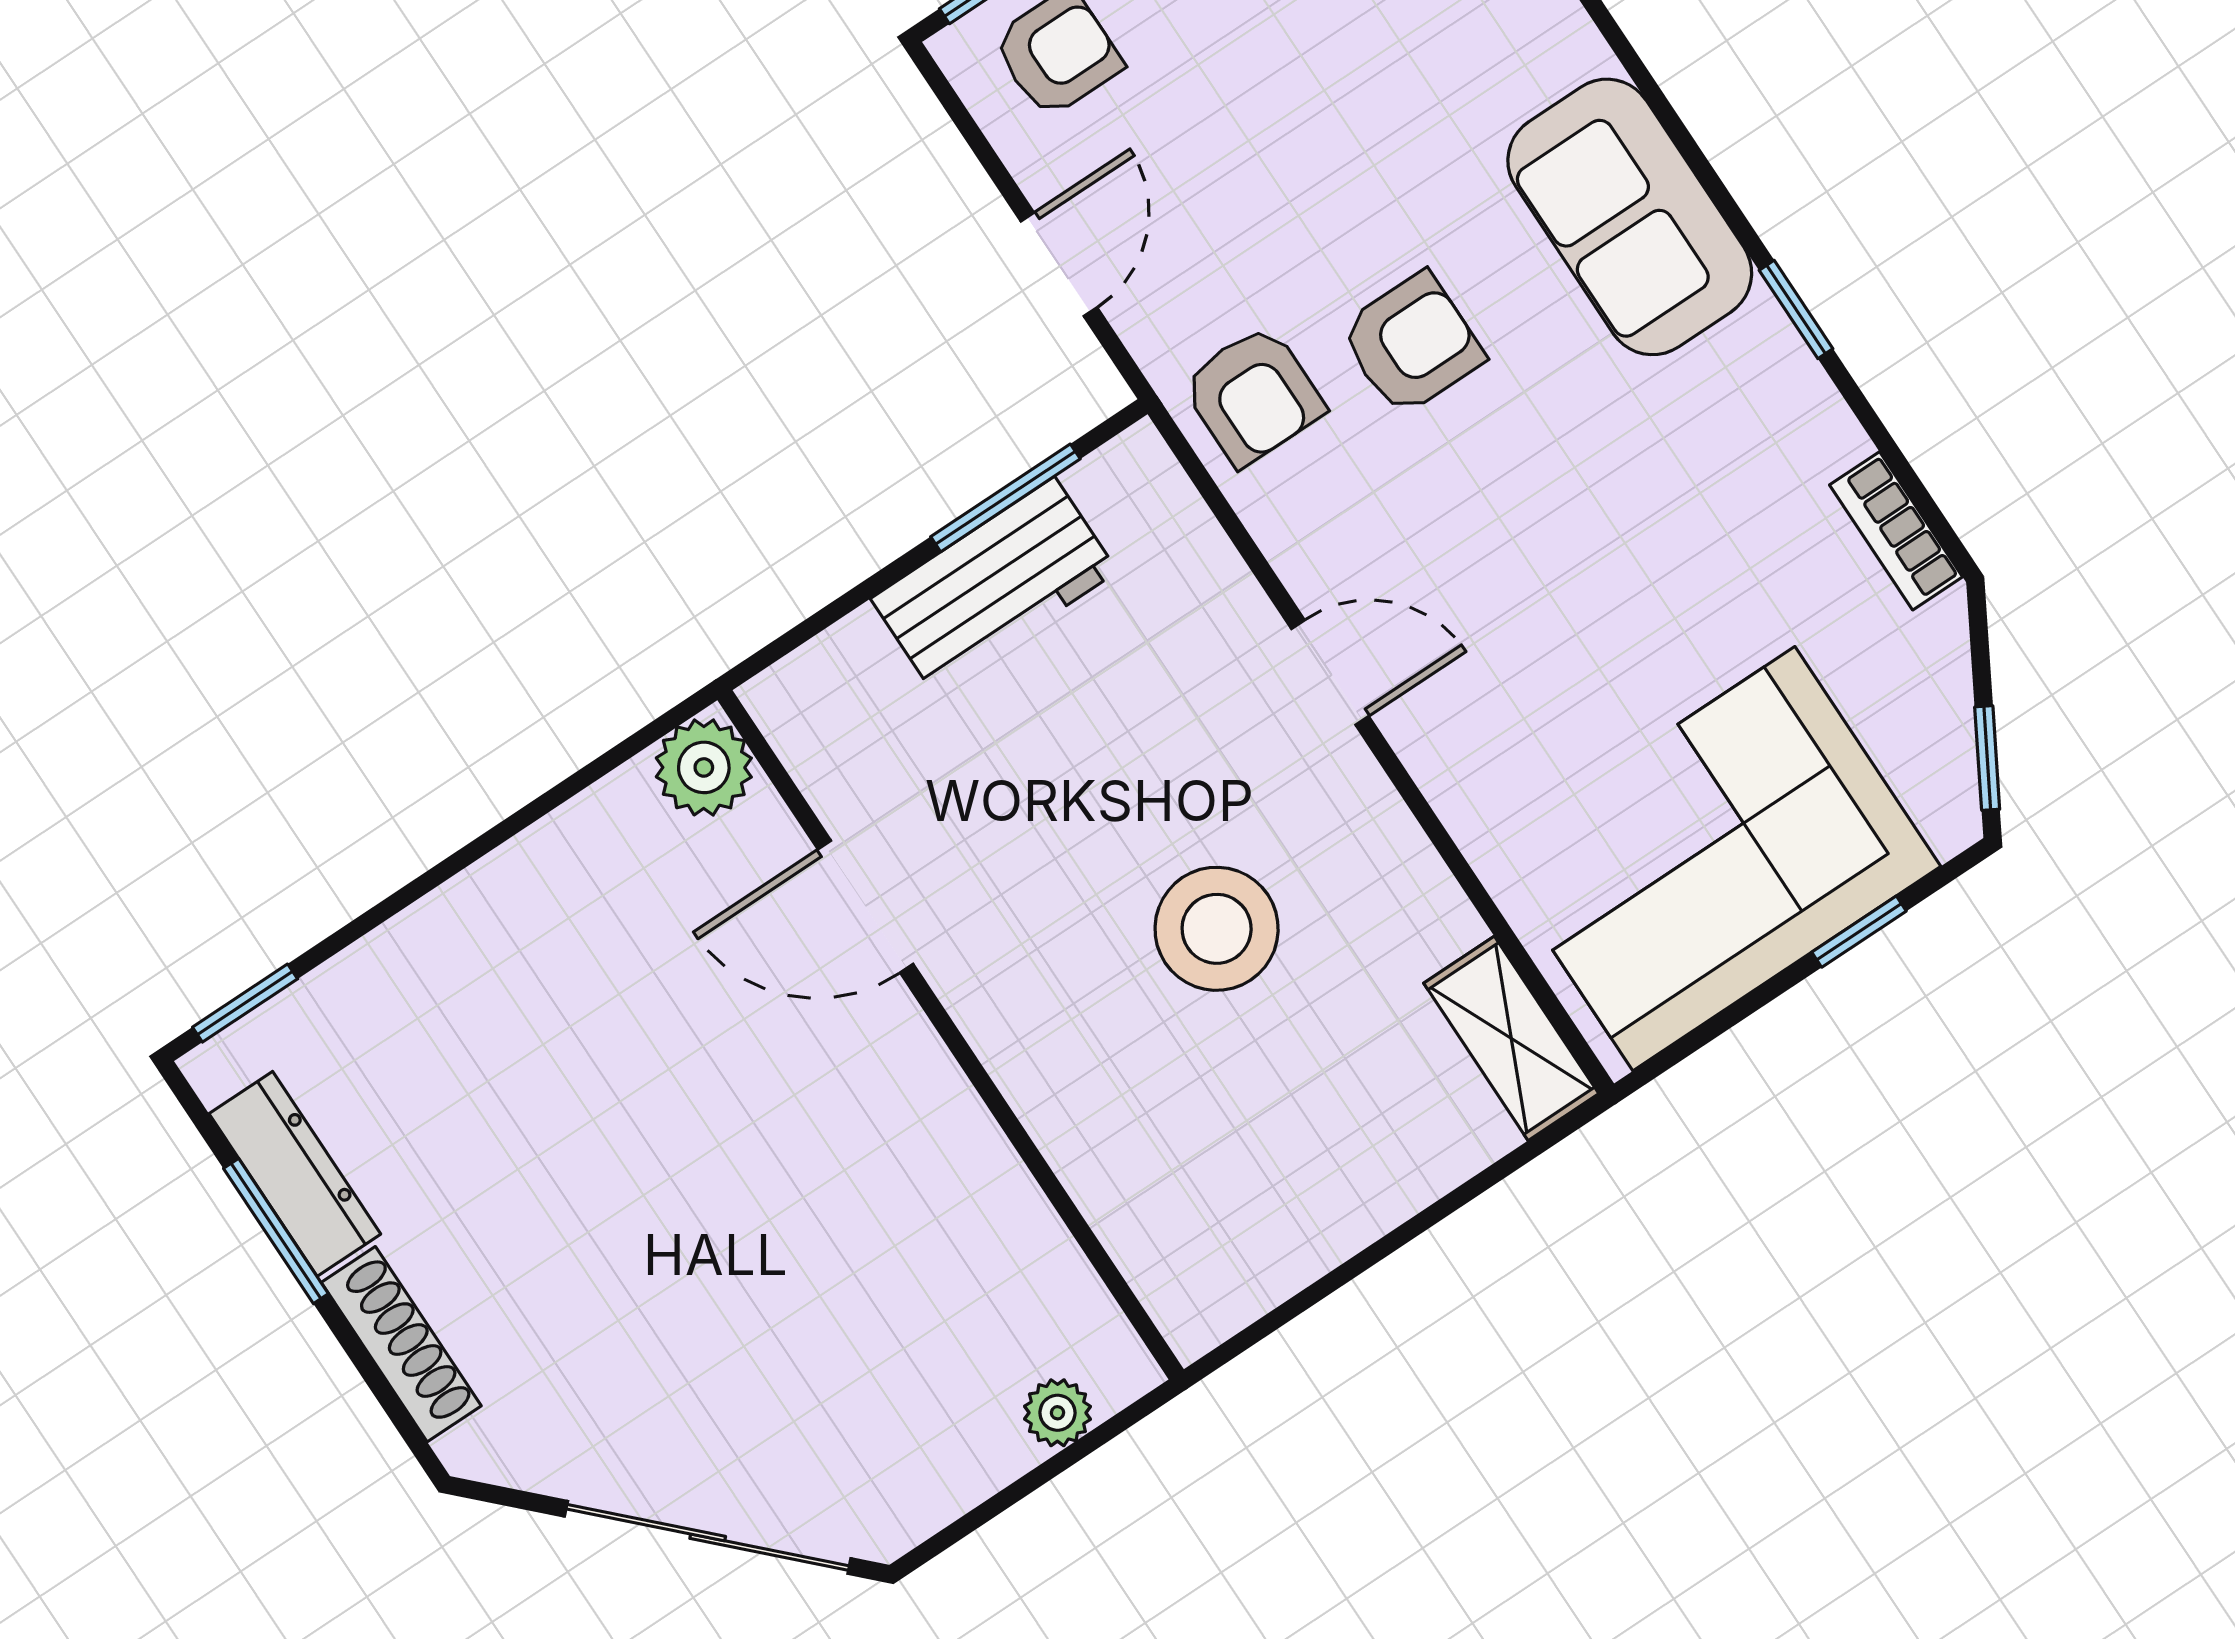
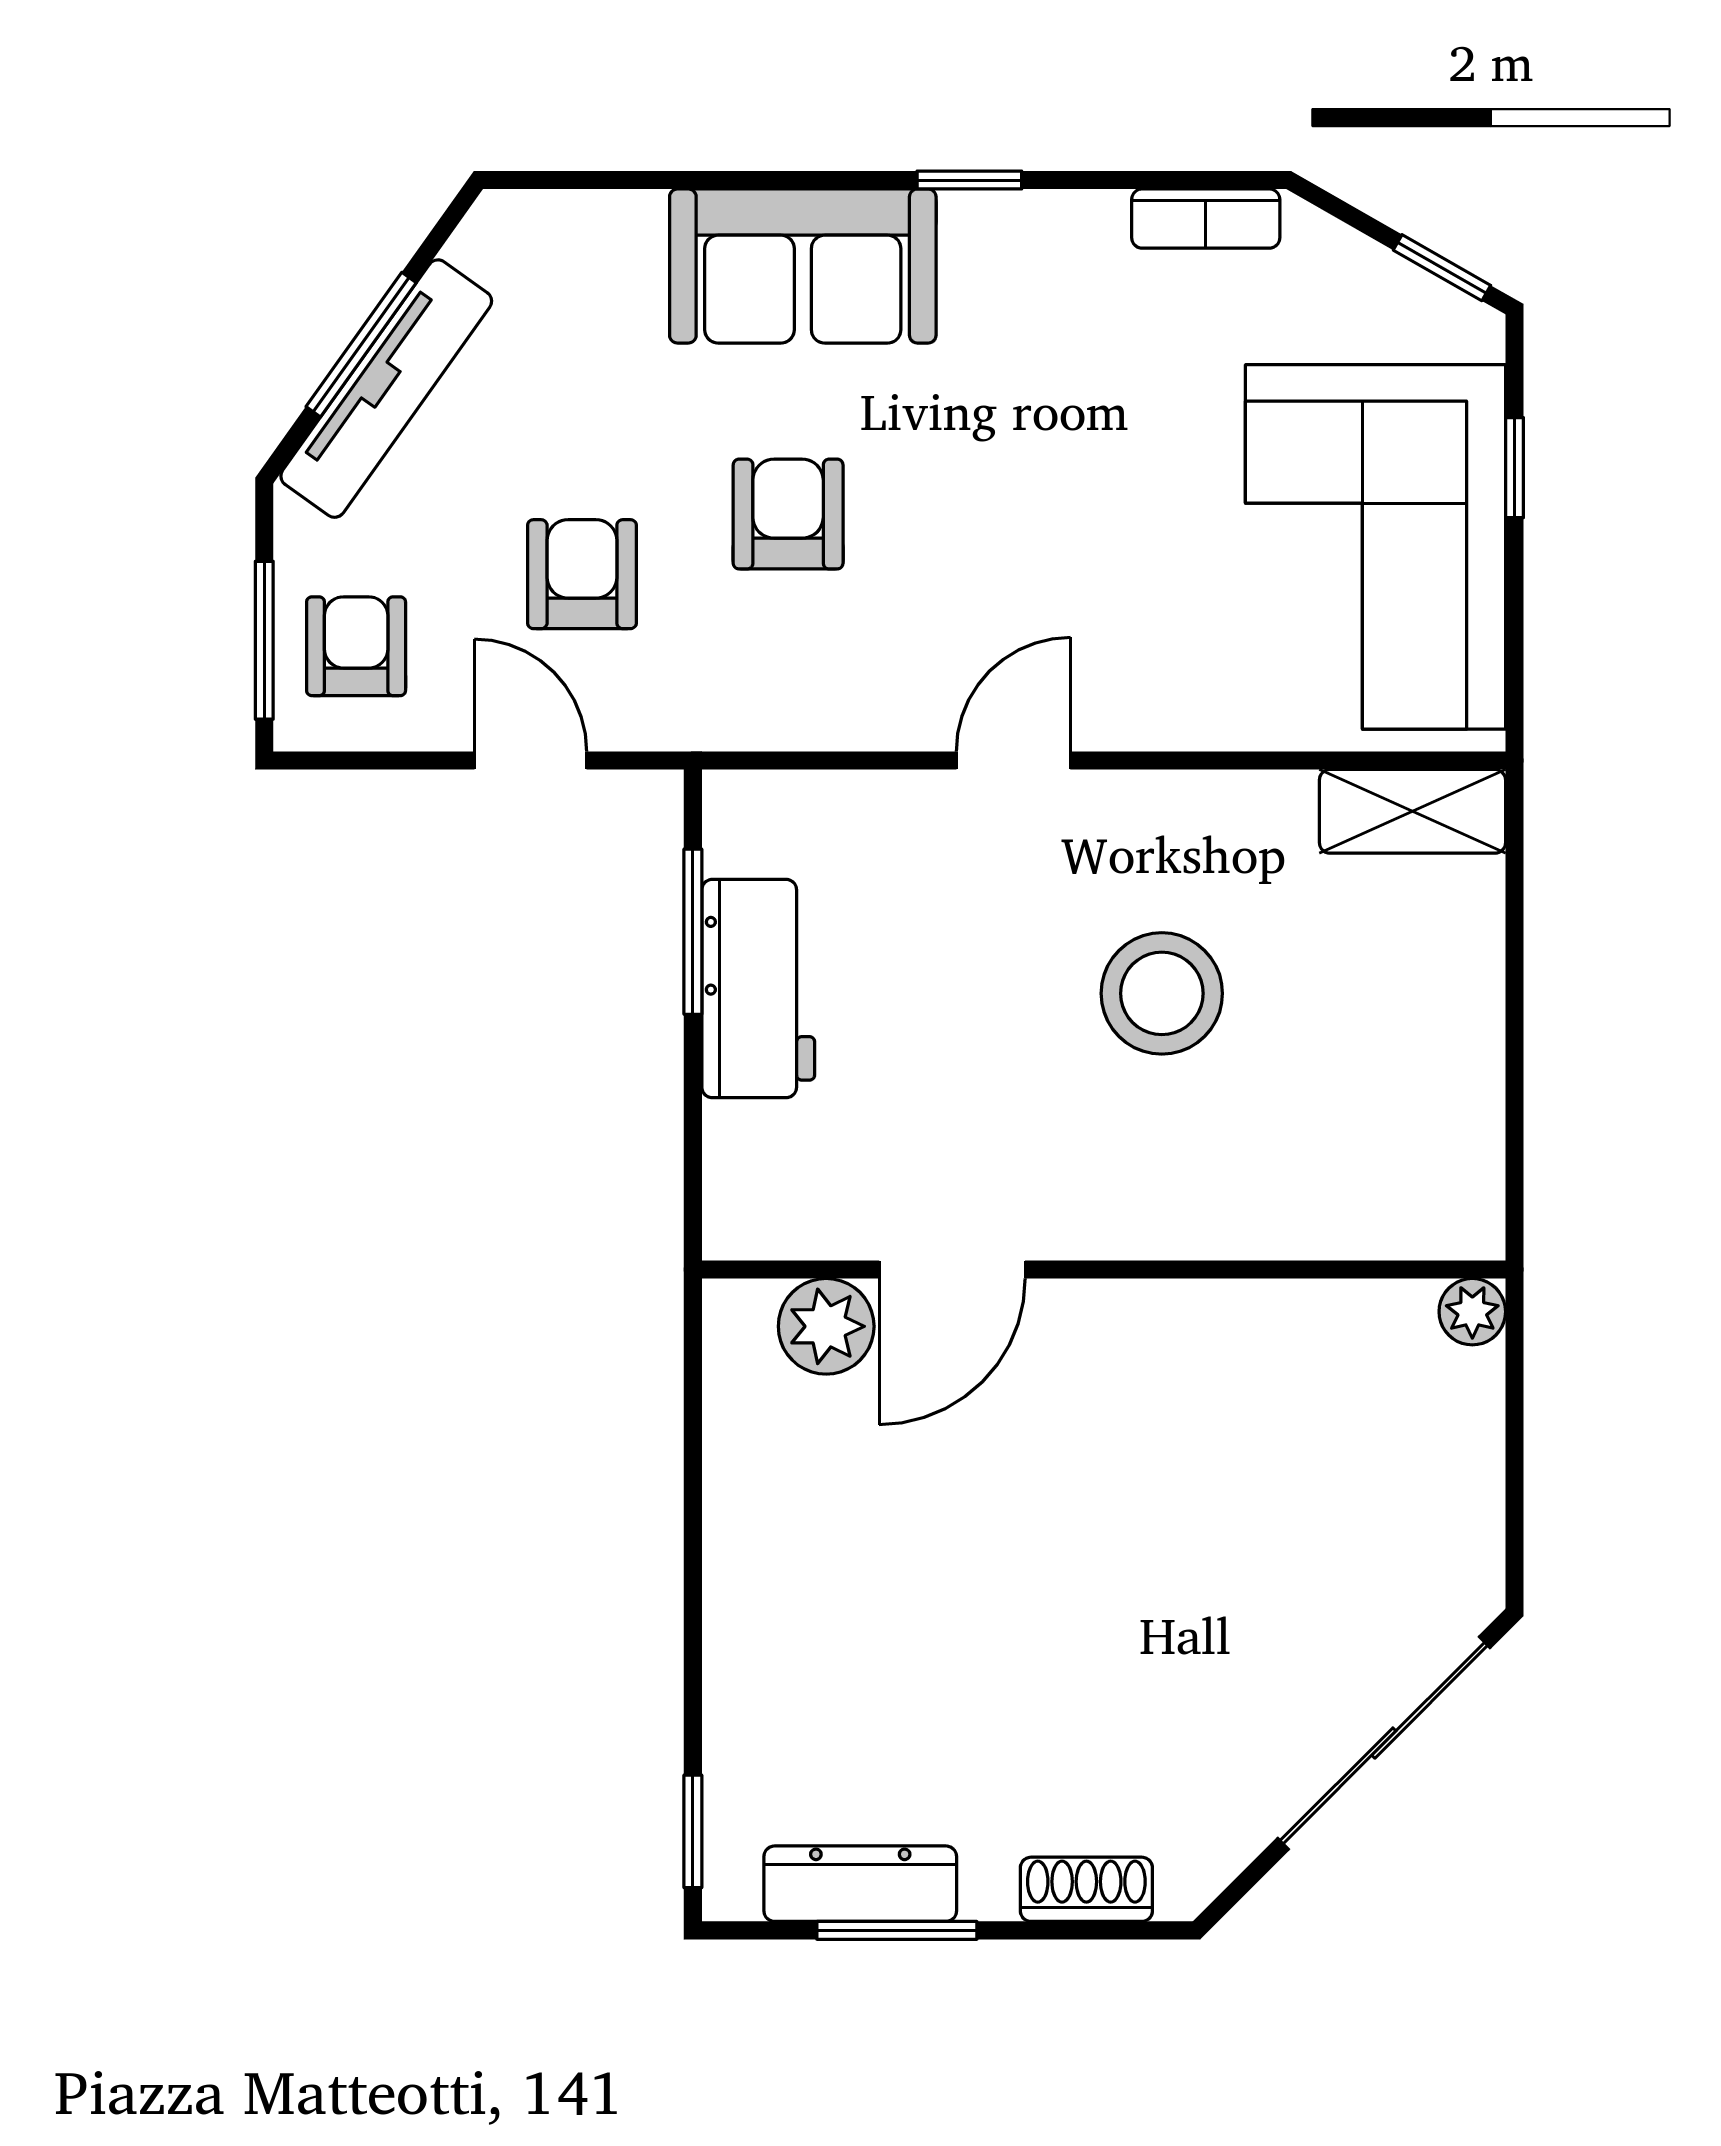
armchair: (1253, 395) -> (582, 574), moved, turned -90
plant: (704, 767) -> (826, 1326), moved
shoe rack: (401, 1344) -> (1086, 1889), width x0.70
plant: (1057, 1413) -> (1472, 1312), moved

